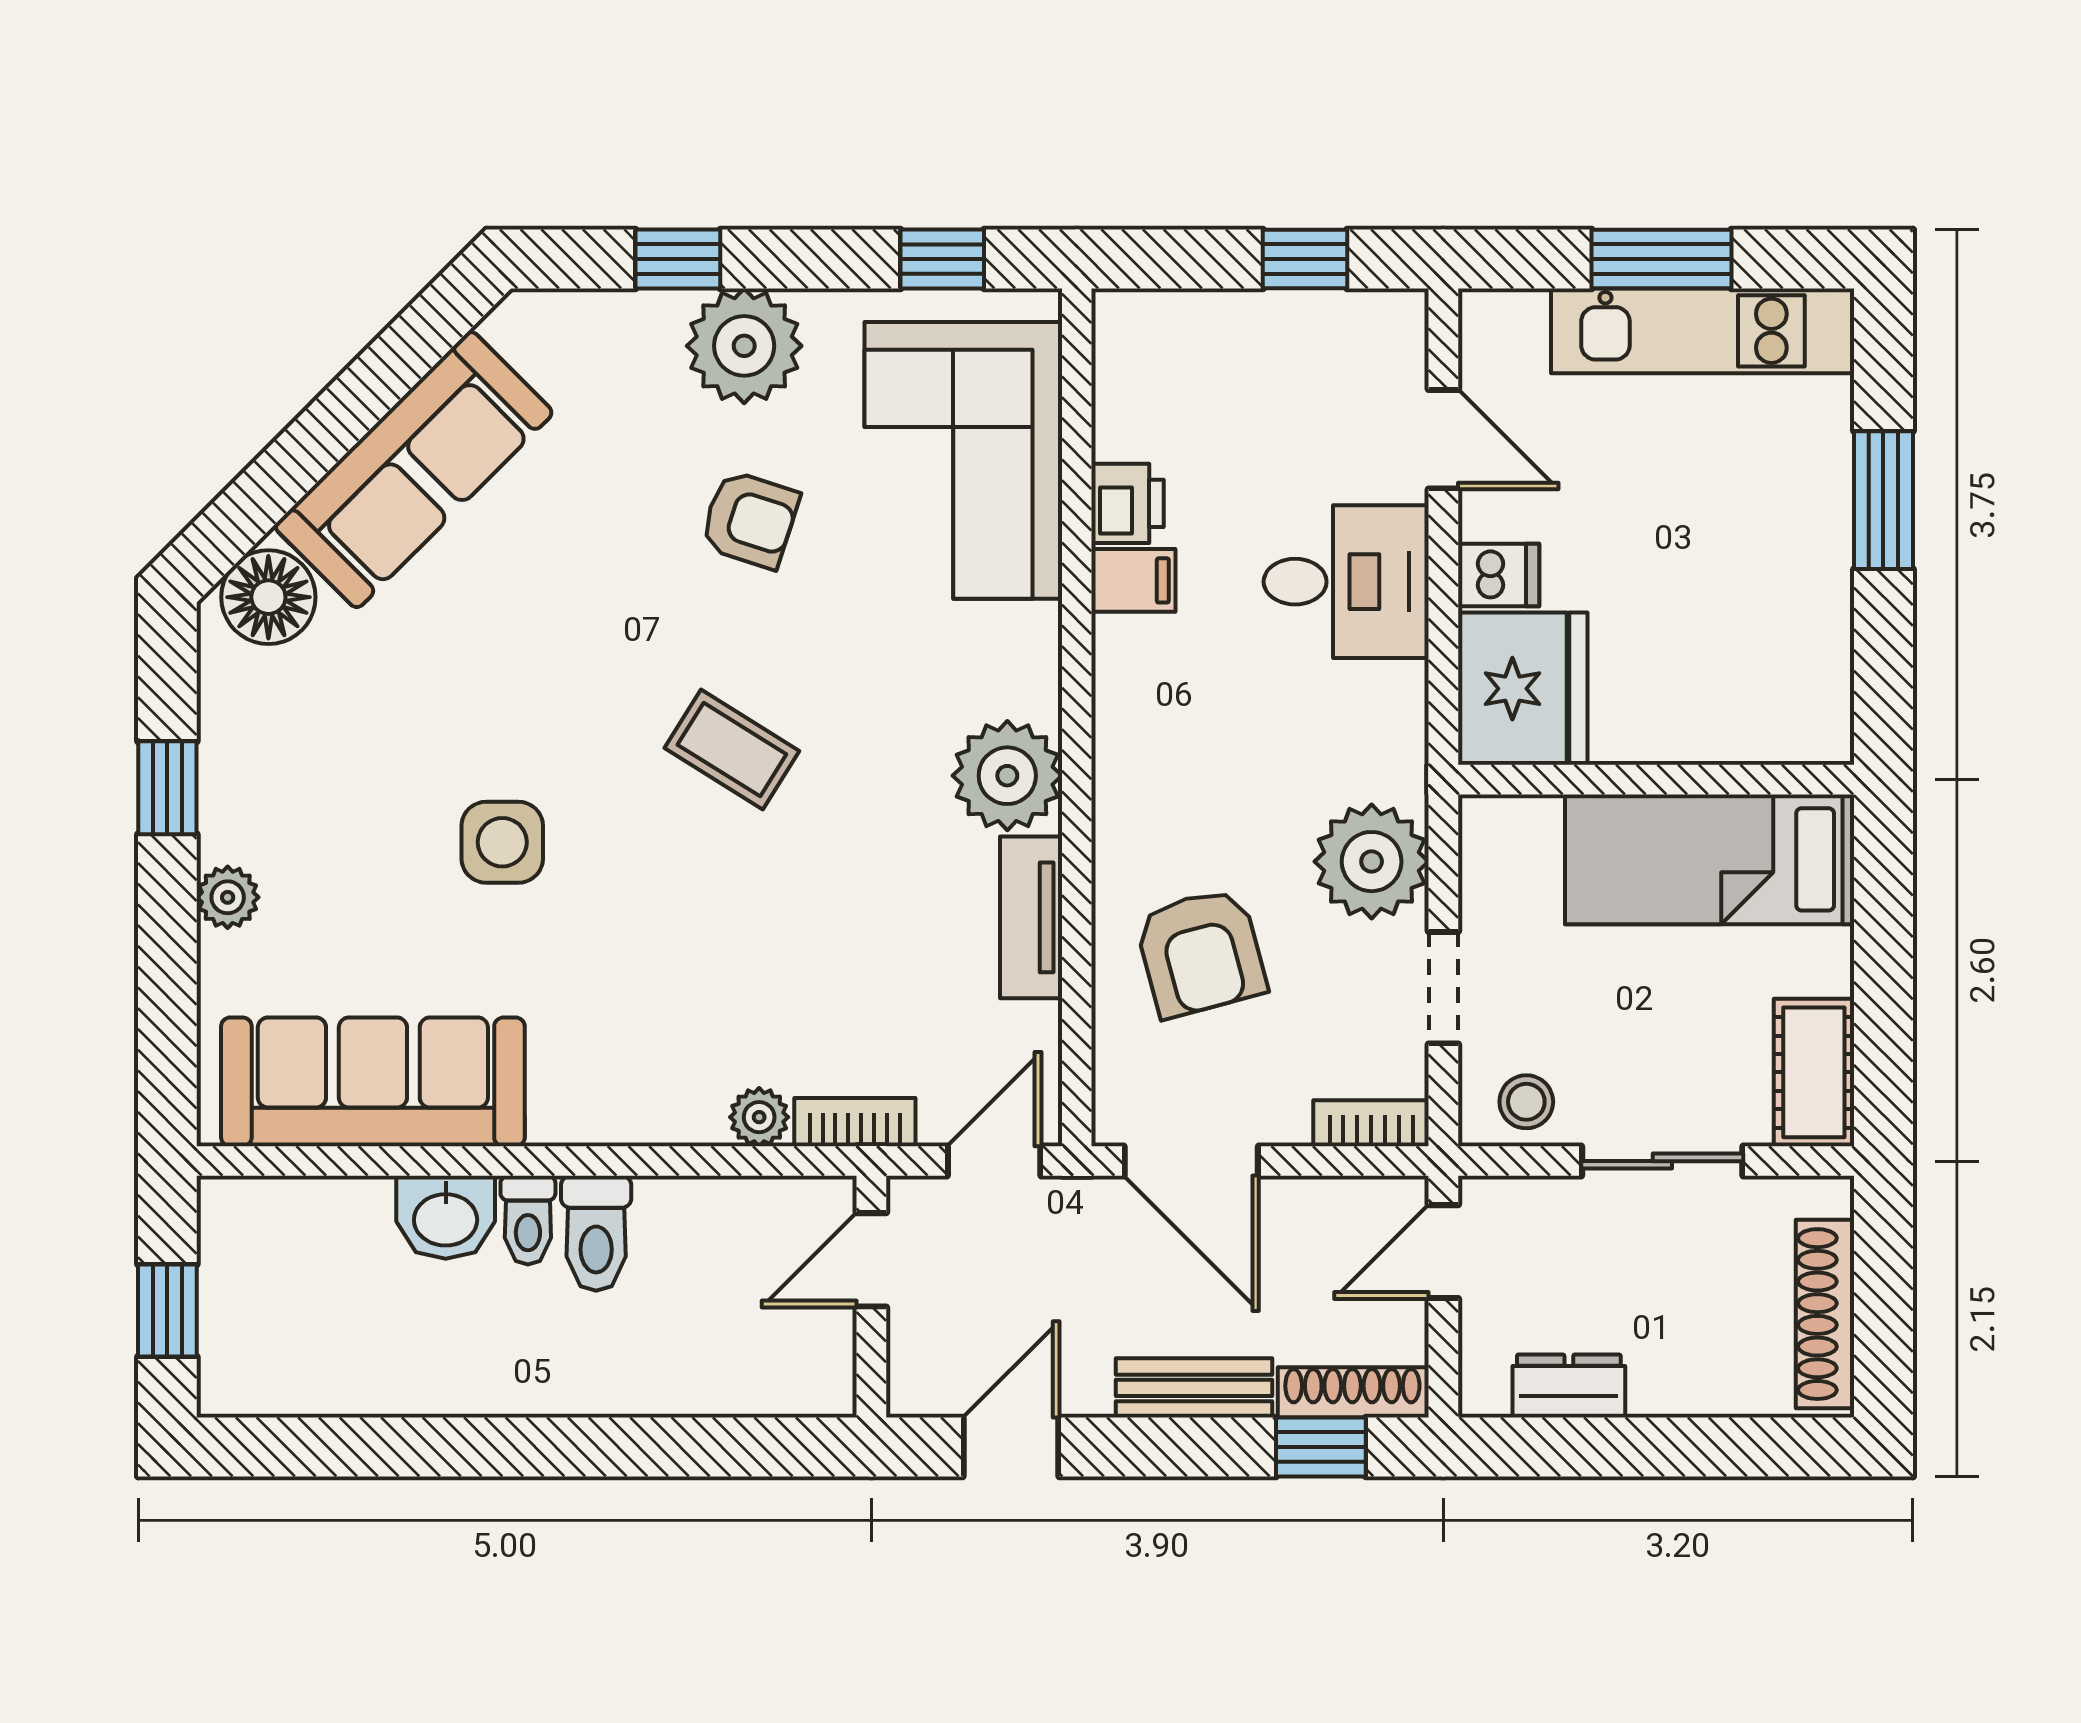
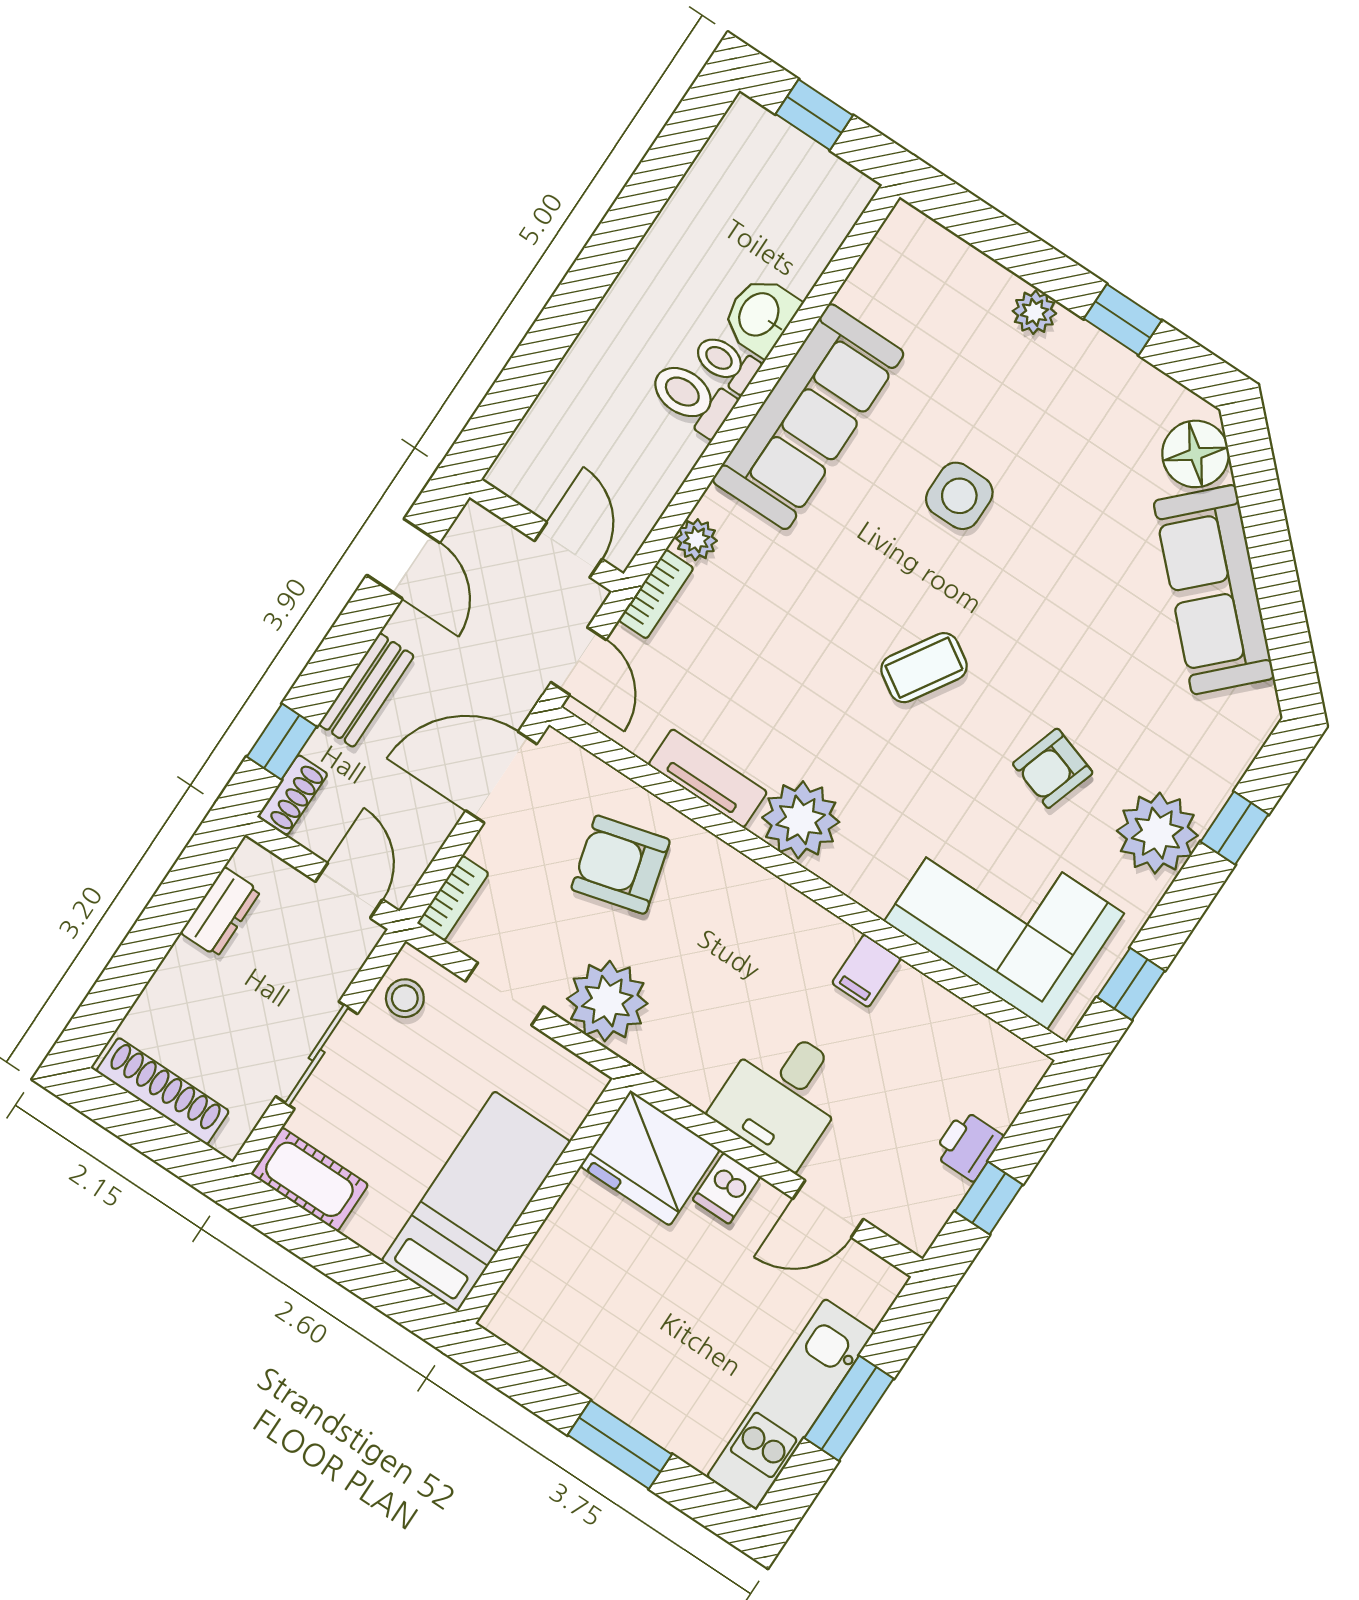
printer: (1128, 503) -> (968, 1145), moved, turned 90
sofa: (373, 1082) -> (808, 417), moved
shoe rack: (1352, 1392) -> (293, 795), width x0.70

